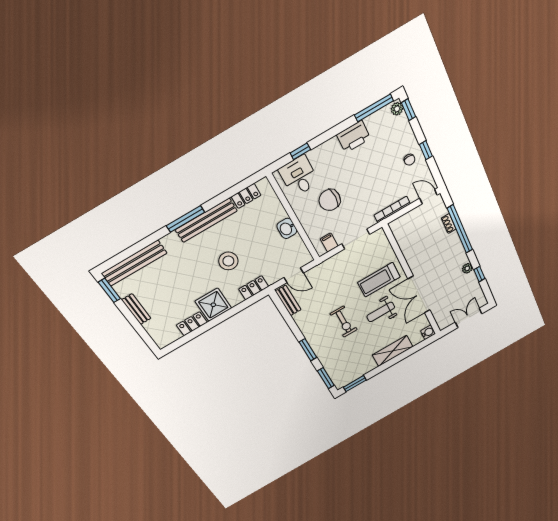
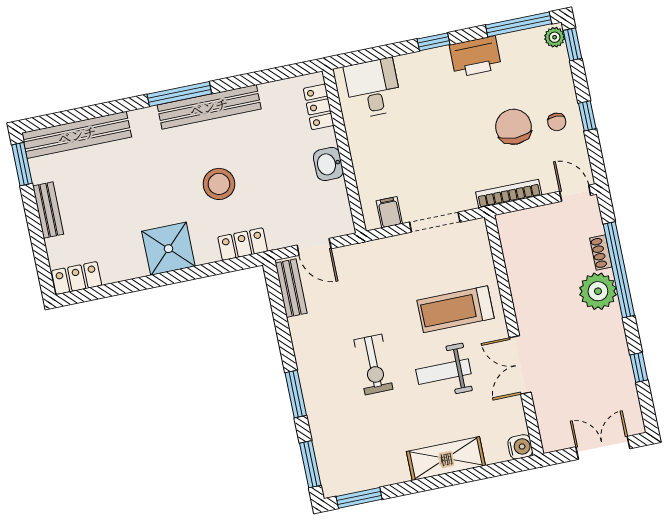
window: (300, 151) -> (433, 42), moved
locker: (246, 196) -> (319, 107), moved, turned 90
chair: (330, 200) -> (513, 127), moved, turned 90
plant: (467, 268) -> (598, 291), moved, width x1.88, depth x1.88
double door: (419, 295) -> (520, 365), width x0.73
locker: (192, 324) -> (77, 278), moved

